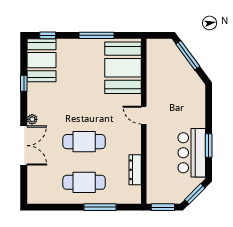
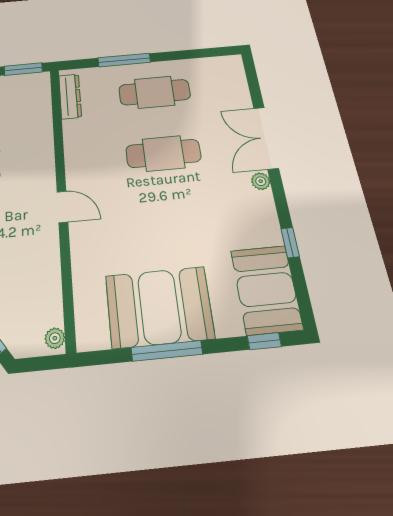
plant: (151, 47) -> (55, 338), added
booth: (123, 68) -> (159, 307), moved, turned 90
dresser: (135, 170) -> (70, 96), moved

